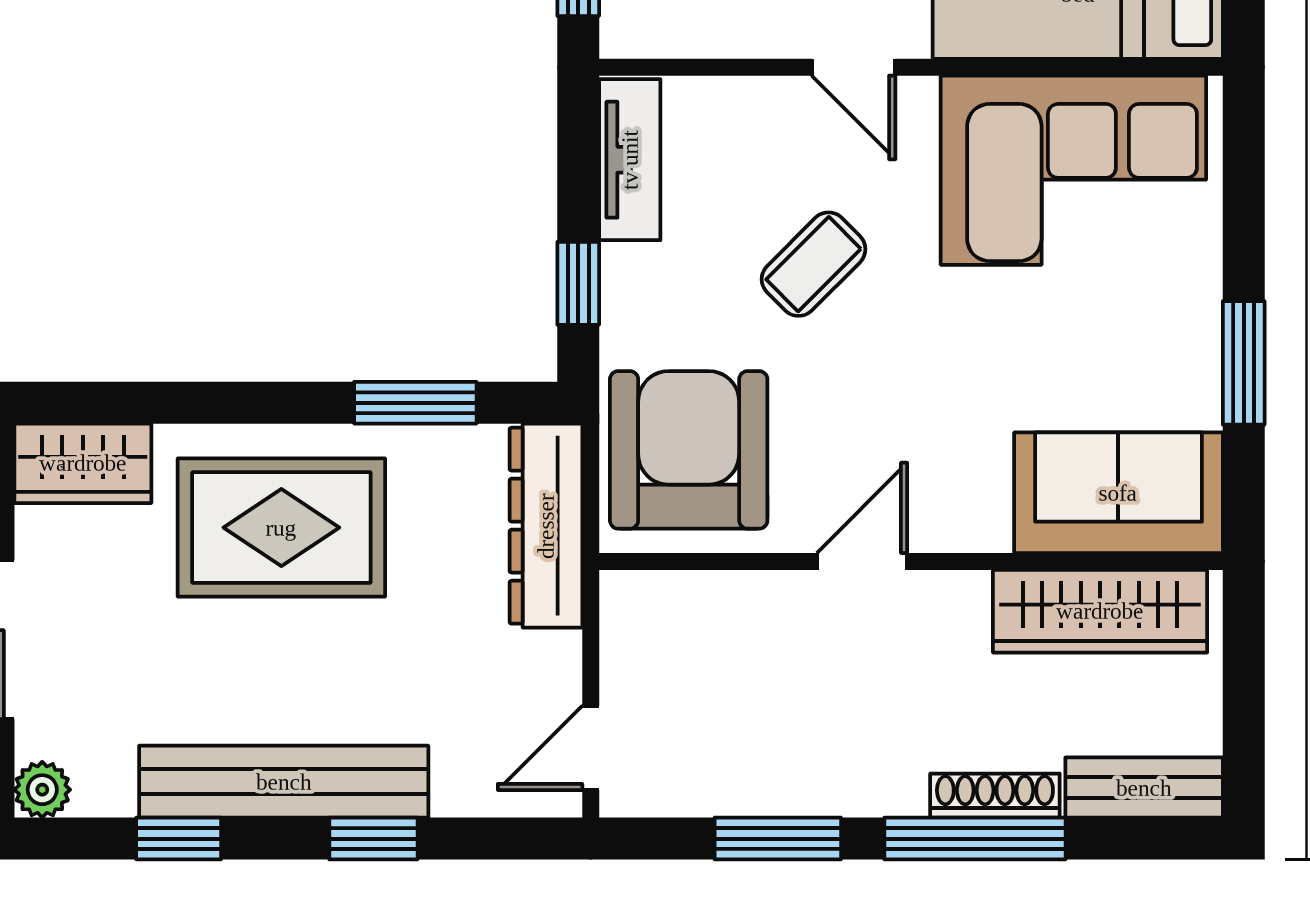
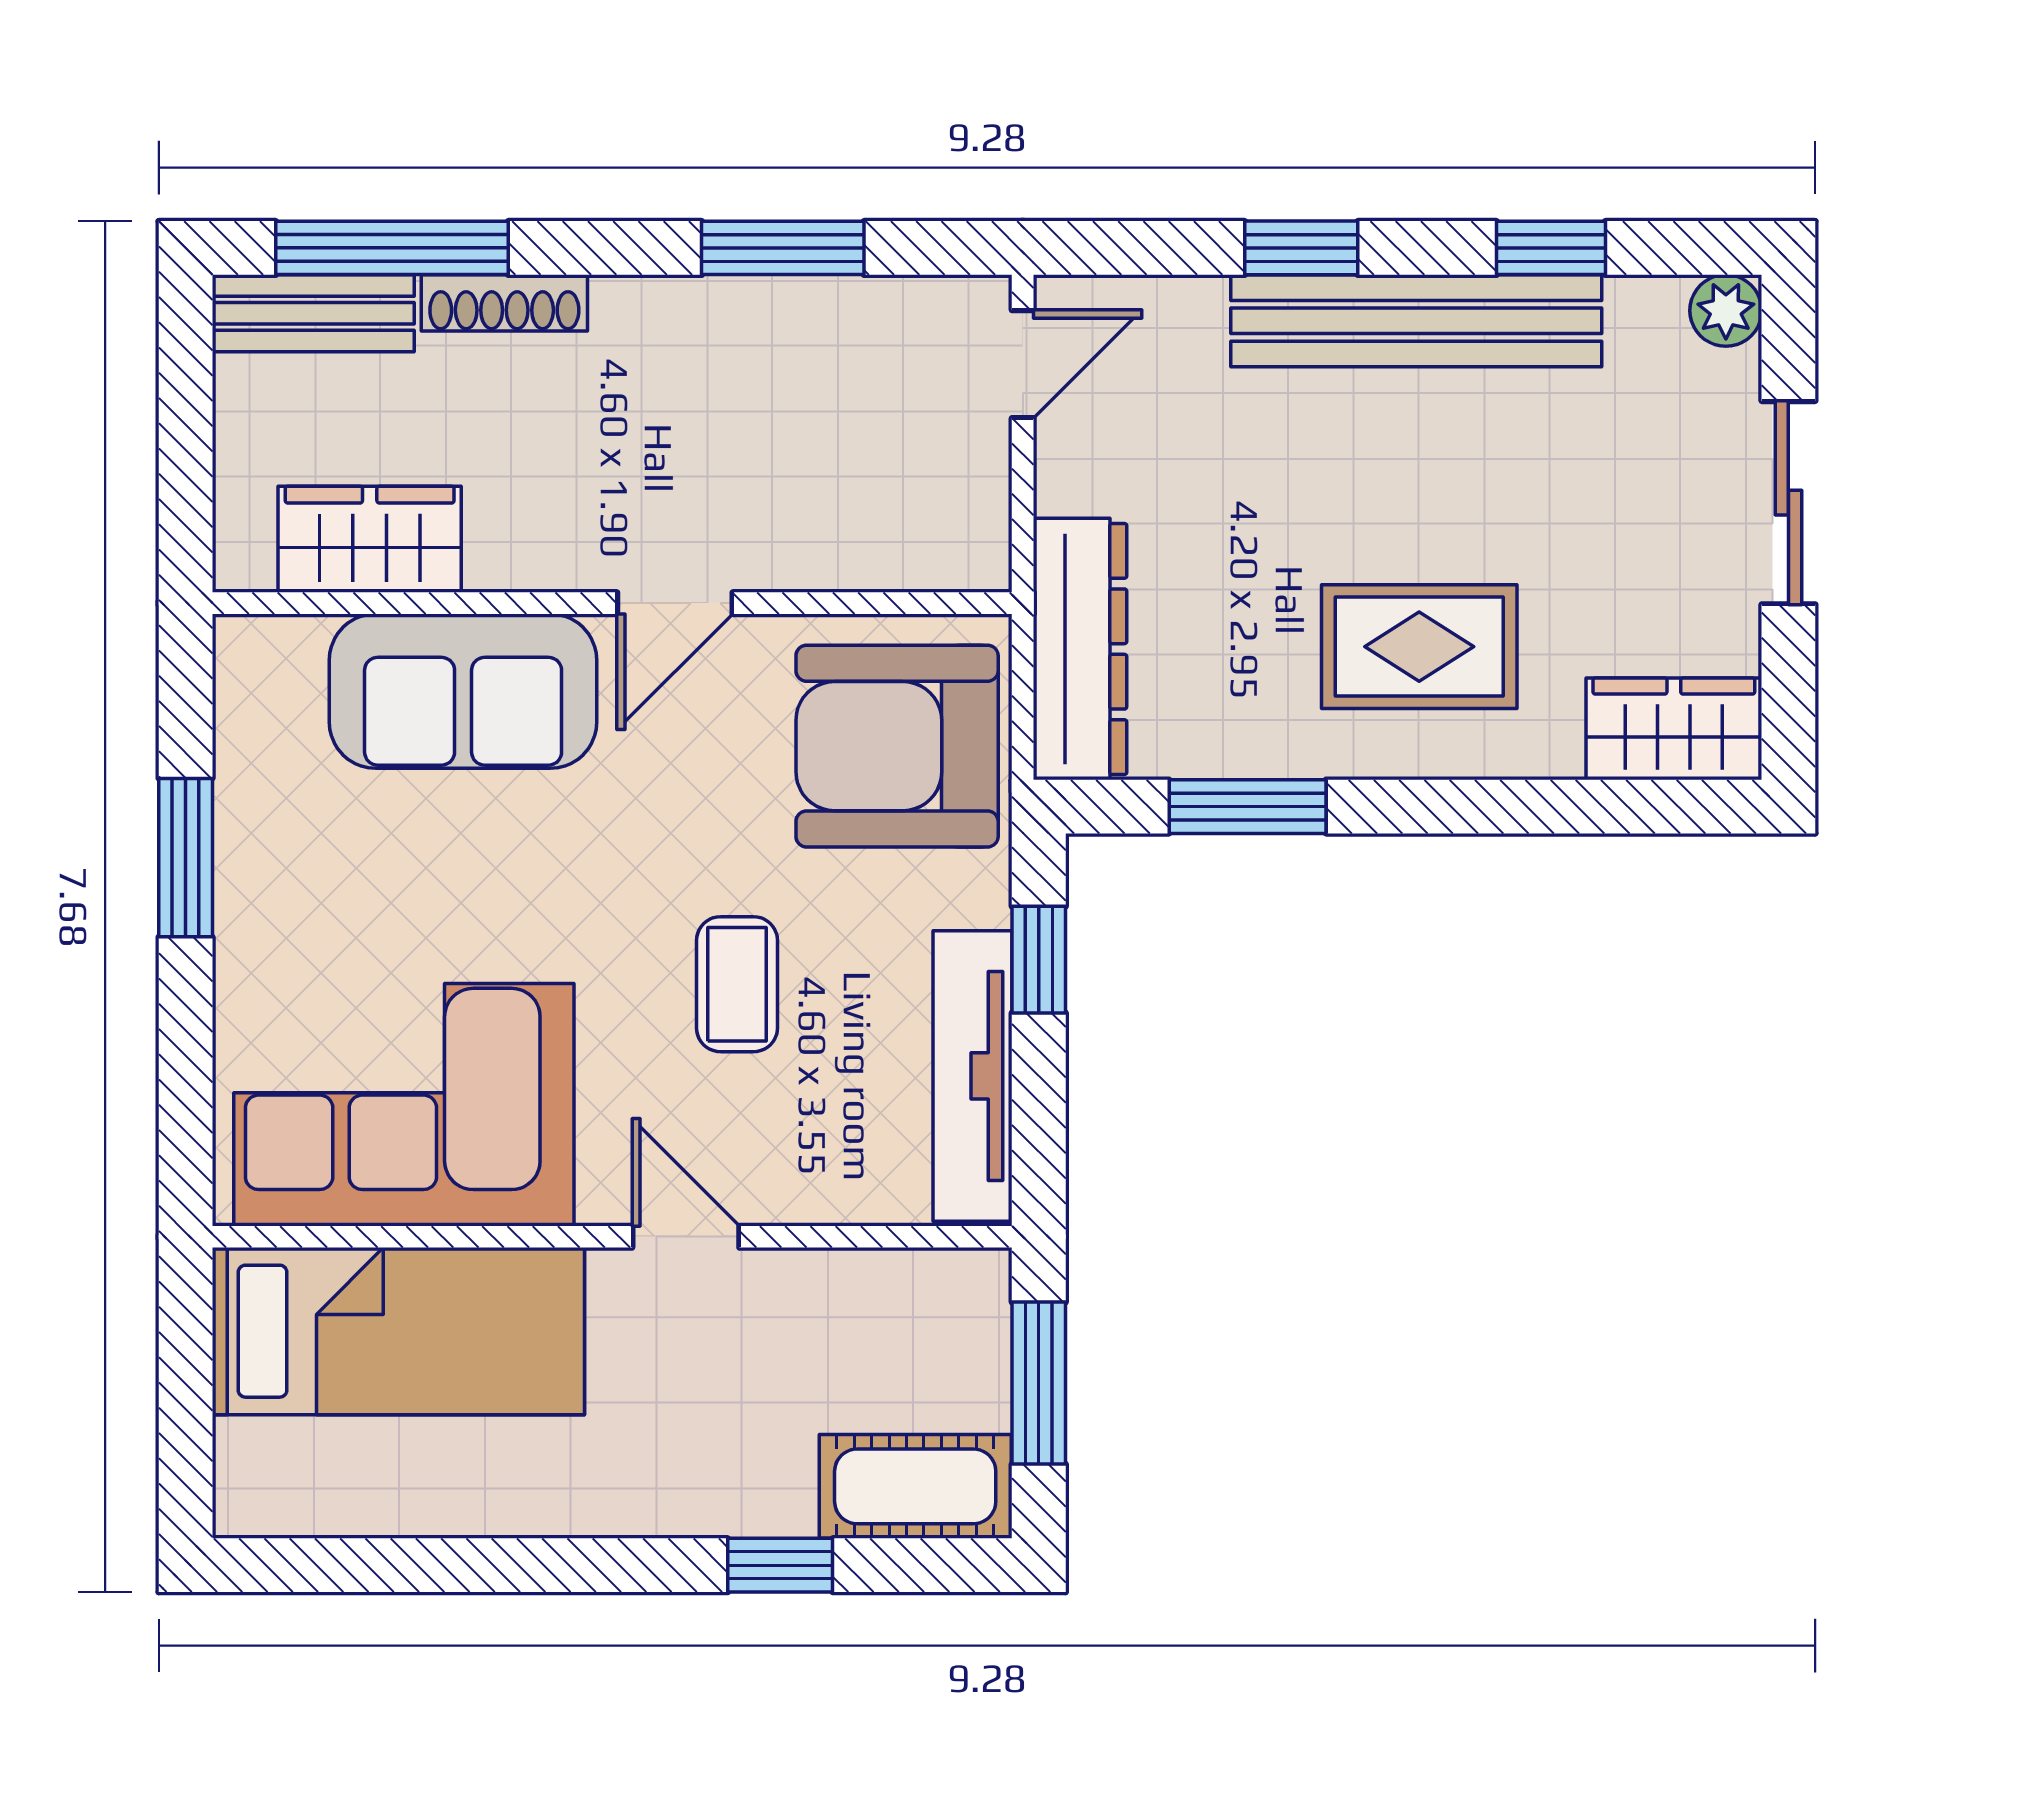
tv unit: (630, 160) -> (973, 1076), width x1.41
coffee table: (814, 264) -> (737, 984), turned -45
armchair: (689, 450) -> (897, 746), turned 90
sofa: (1118, 493) -> (463, 691), moved
rug: (281, 528) -> (1419, 647), width x0.73, depth x0.70
wardrobe: (1100, 611) -> (370, 539), width x0.67
window: (975, 839) -> (392, 248), moved

